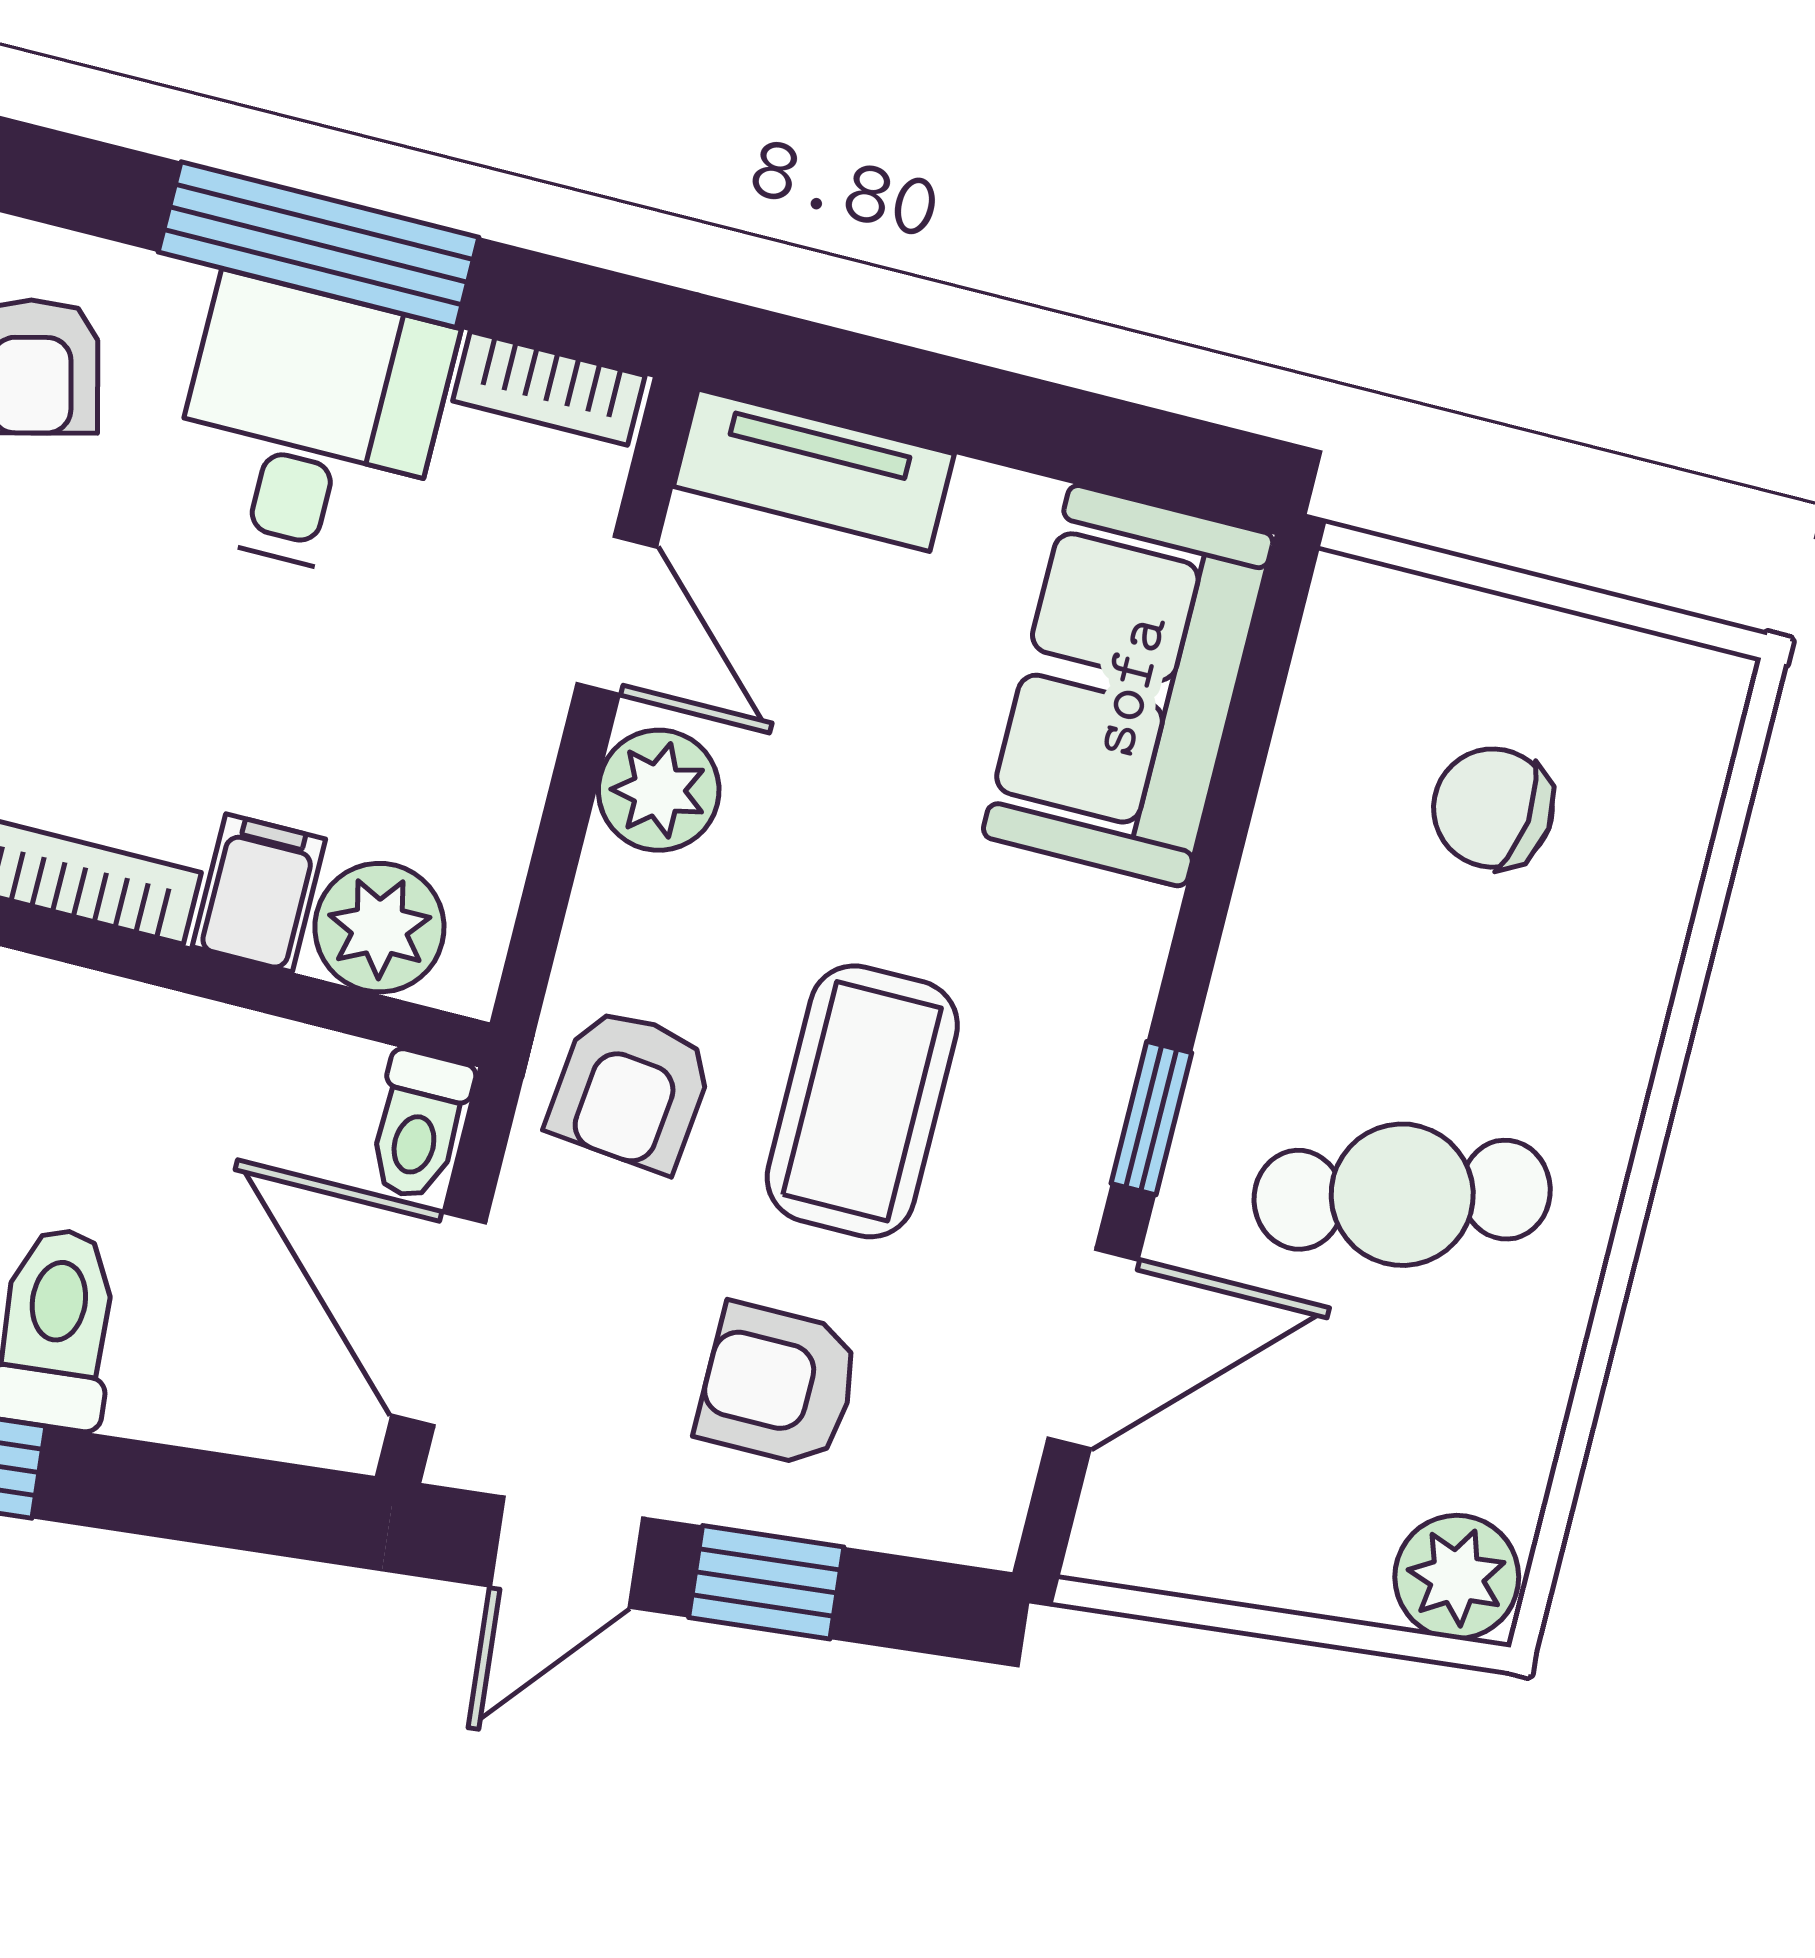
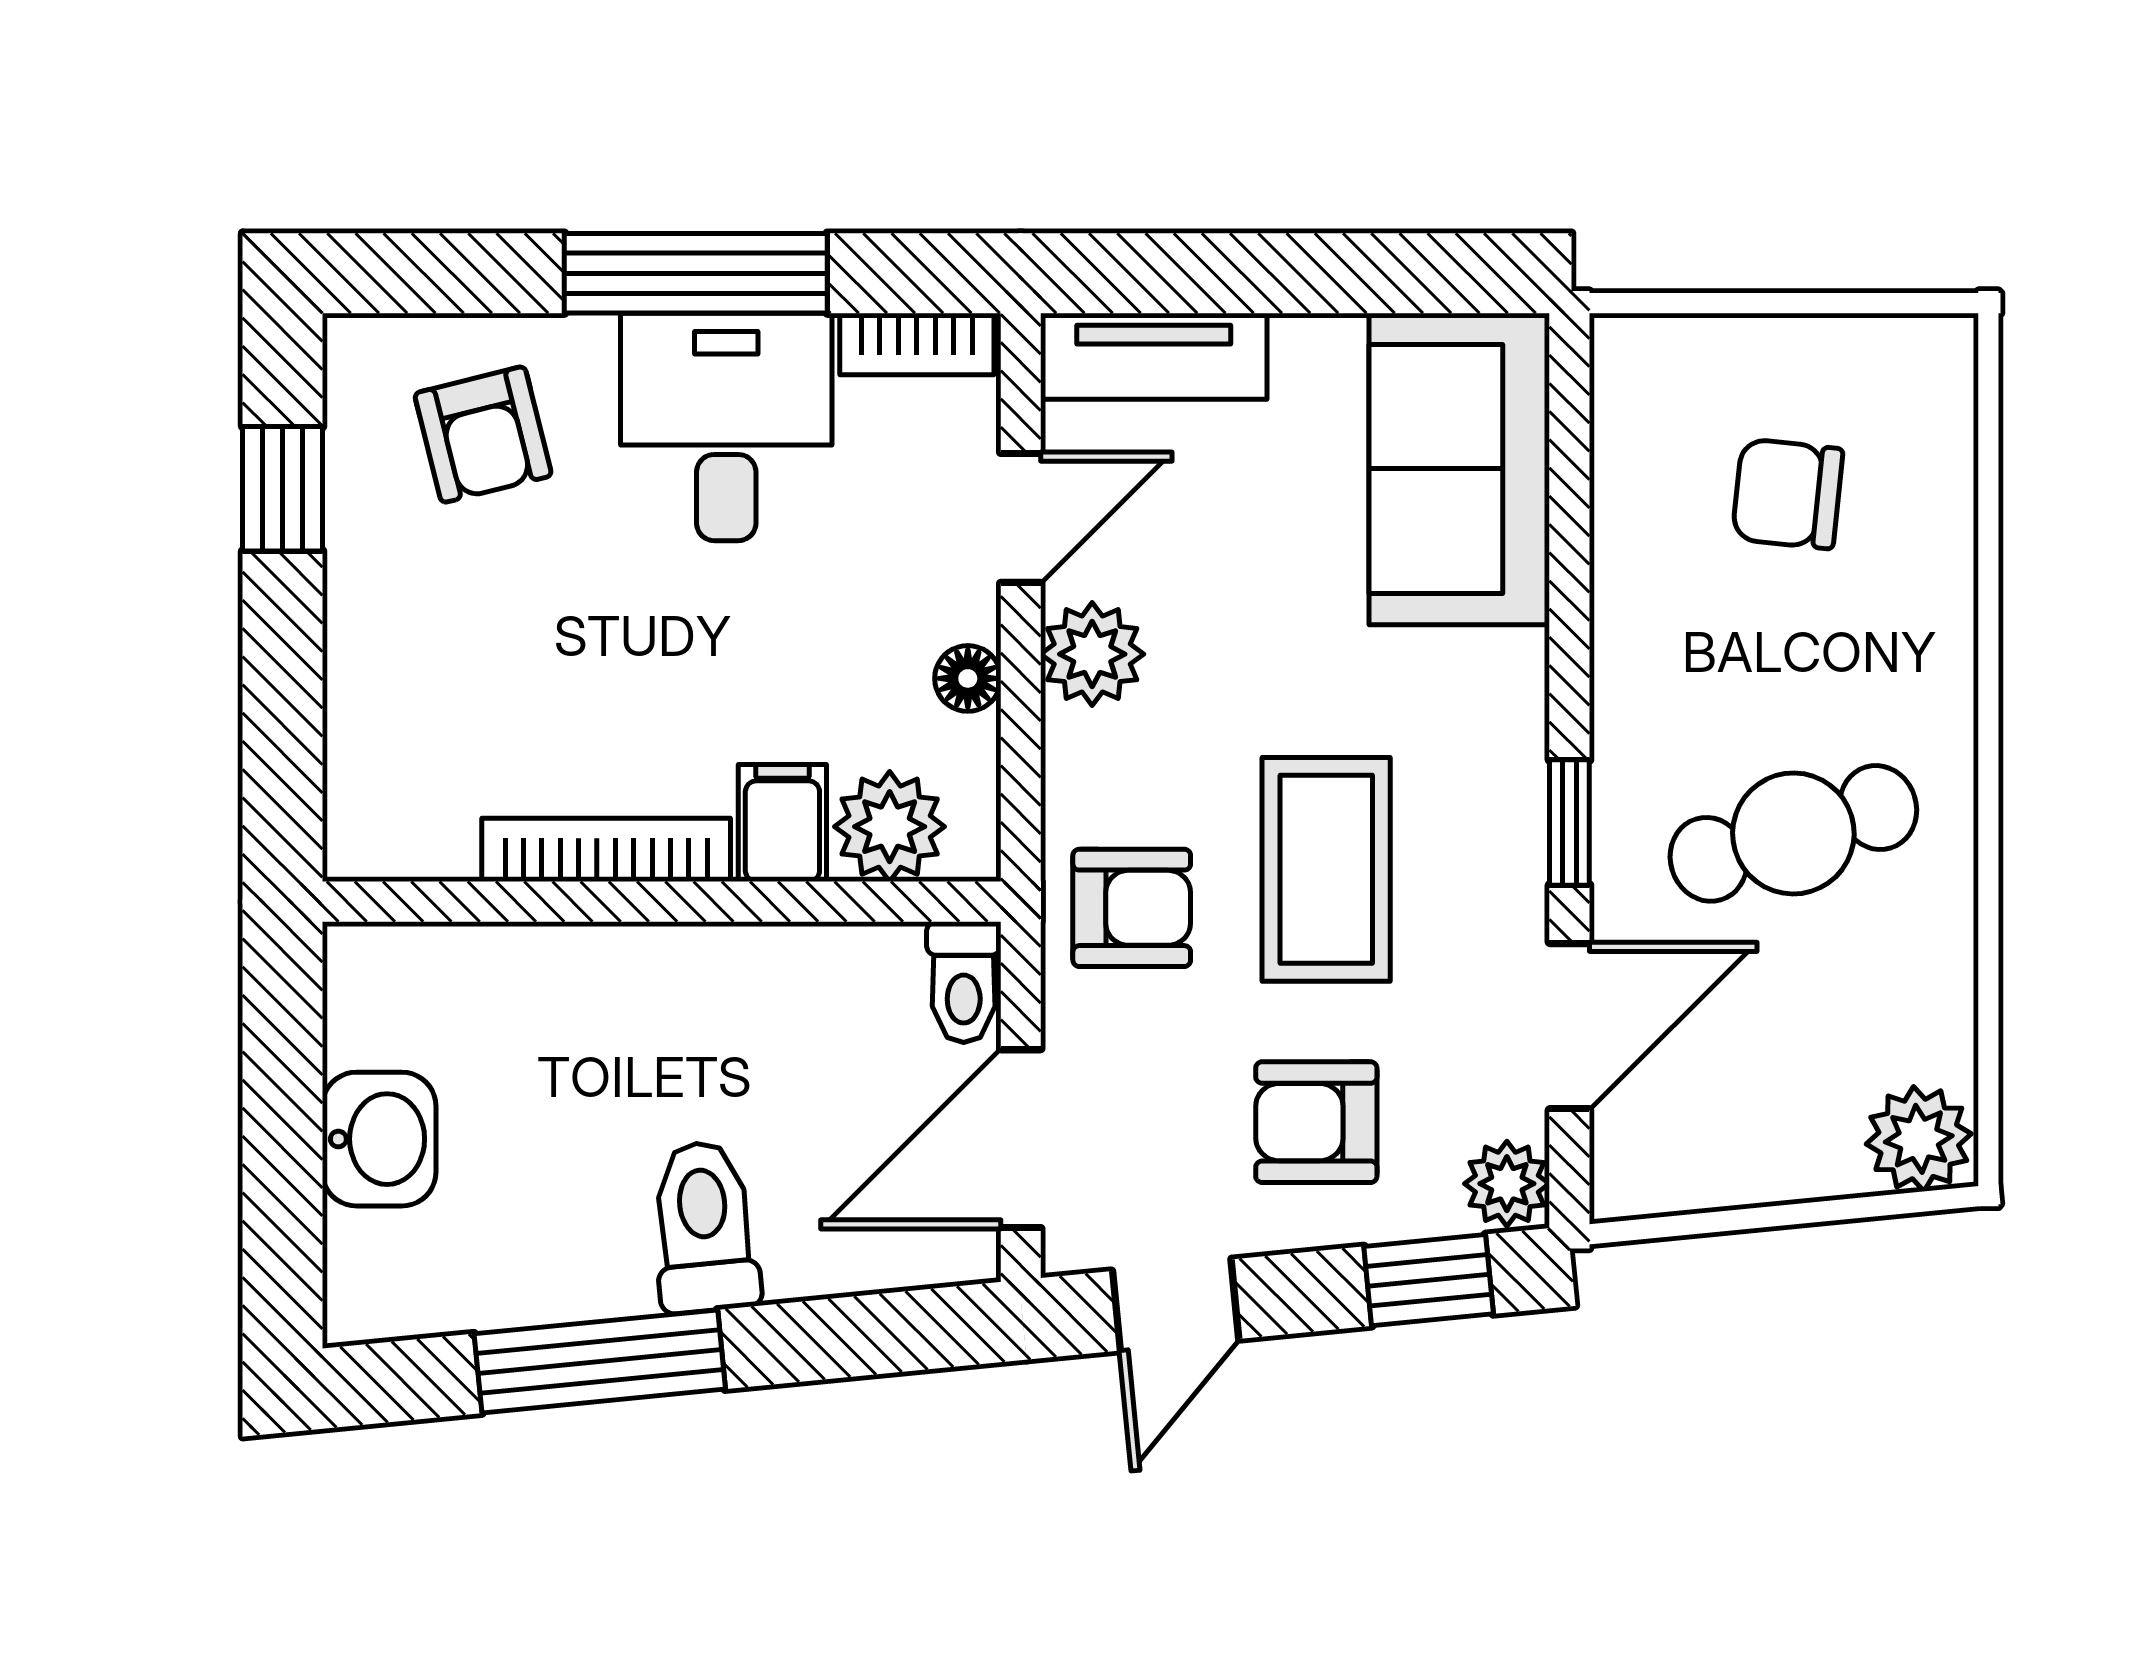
door: (617, 615) -> (1021, 518), hinge flipped
floor lamp: (511, 782) -> (968, 678), added
armchair: (631, 1089) -> (1132, 908), turned -96
door: (439, 1319) -> (1021, 1139), hinge flipped
plant: (977, 1510) -> (1507, 1184), added
window: (766, 1582) -> (1429, 1280), moved

